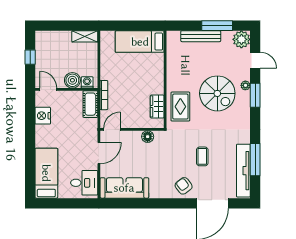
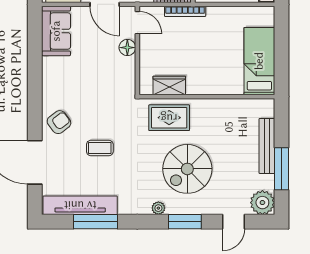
plant: (245, 85) -> (158, 208), moved
floor lamp: (148, 137) -> (127, 48), moved
sofa: (124, 188) -> (56, 31), width x0.73

